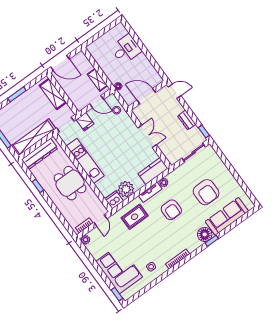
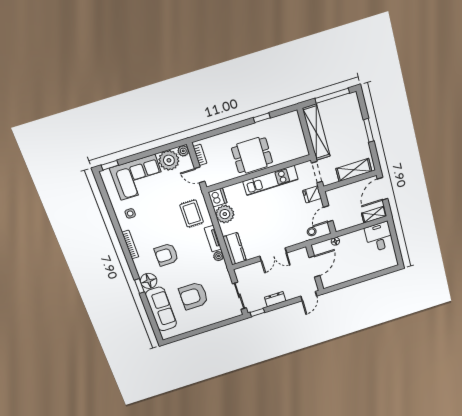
desk: (126, 49) -> (379, 237), moved, turned 180
shelving: (97, 80) -> (374, 215), moved
dresser: (40, 154) -> (296, 132), removed
armchair: (171, 210) -> (166, 255), moved
plant: (97, 249) -> (169, 160), added

